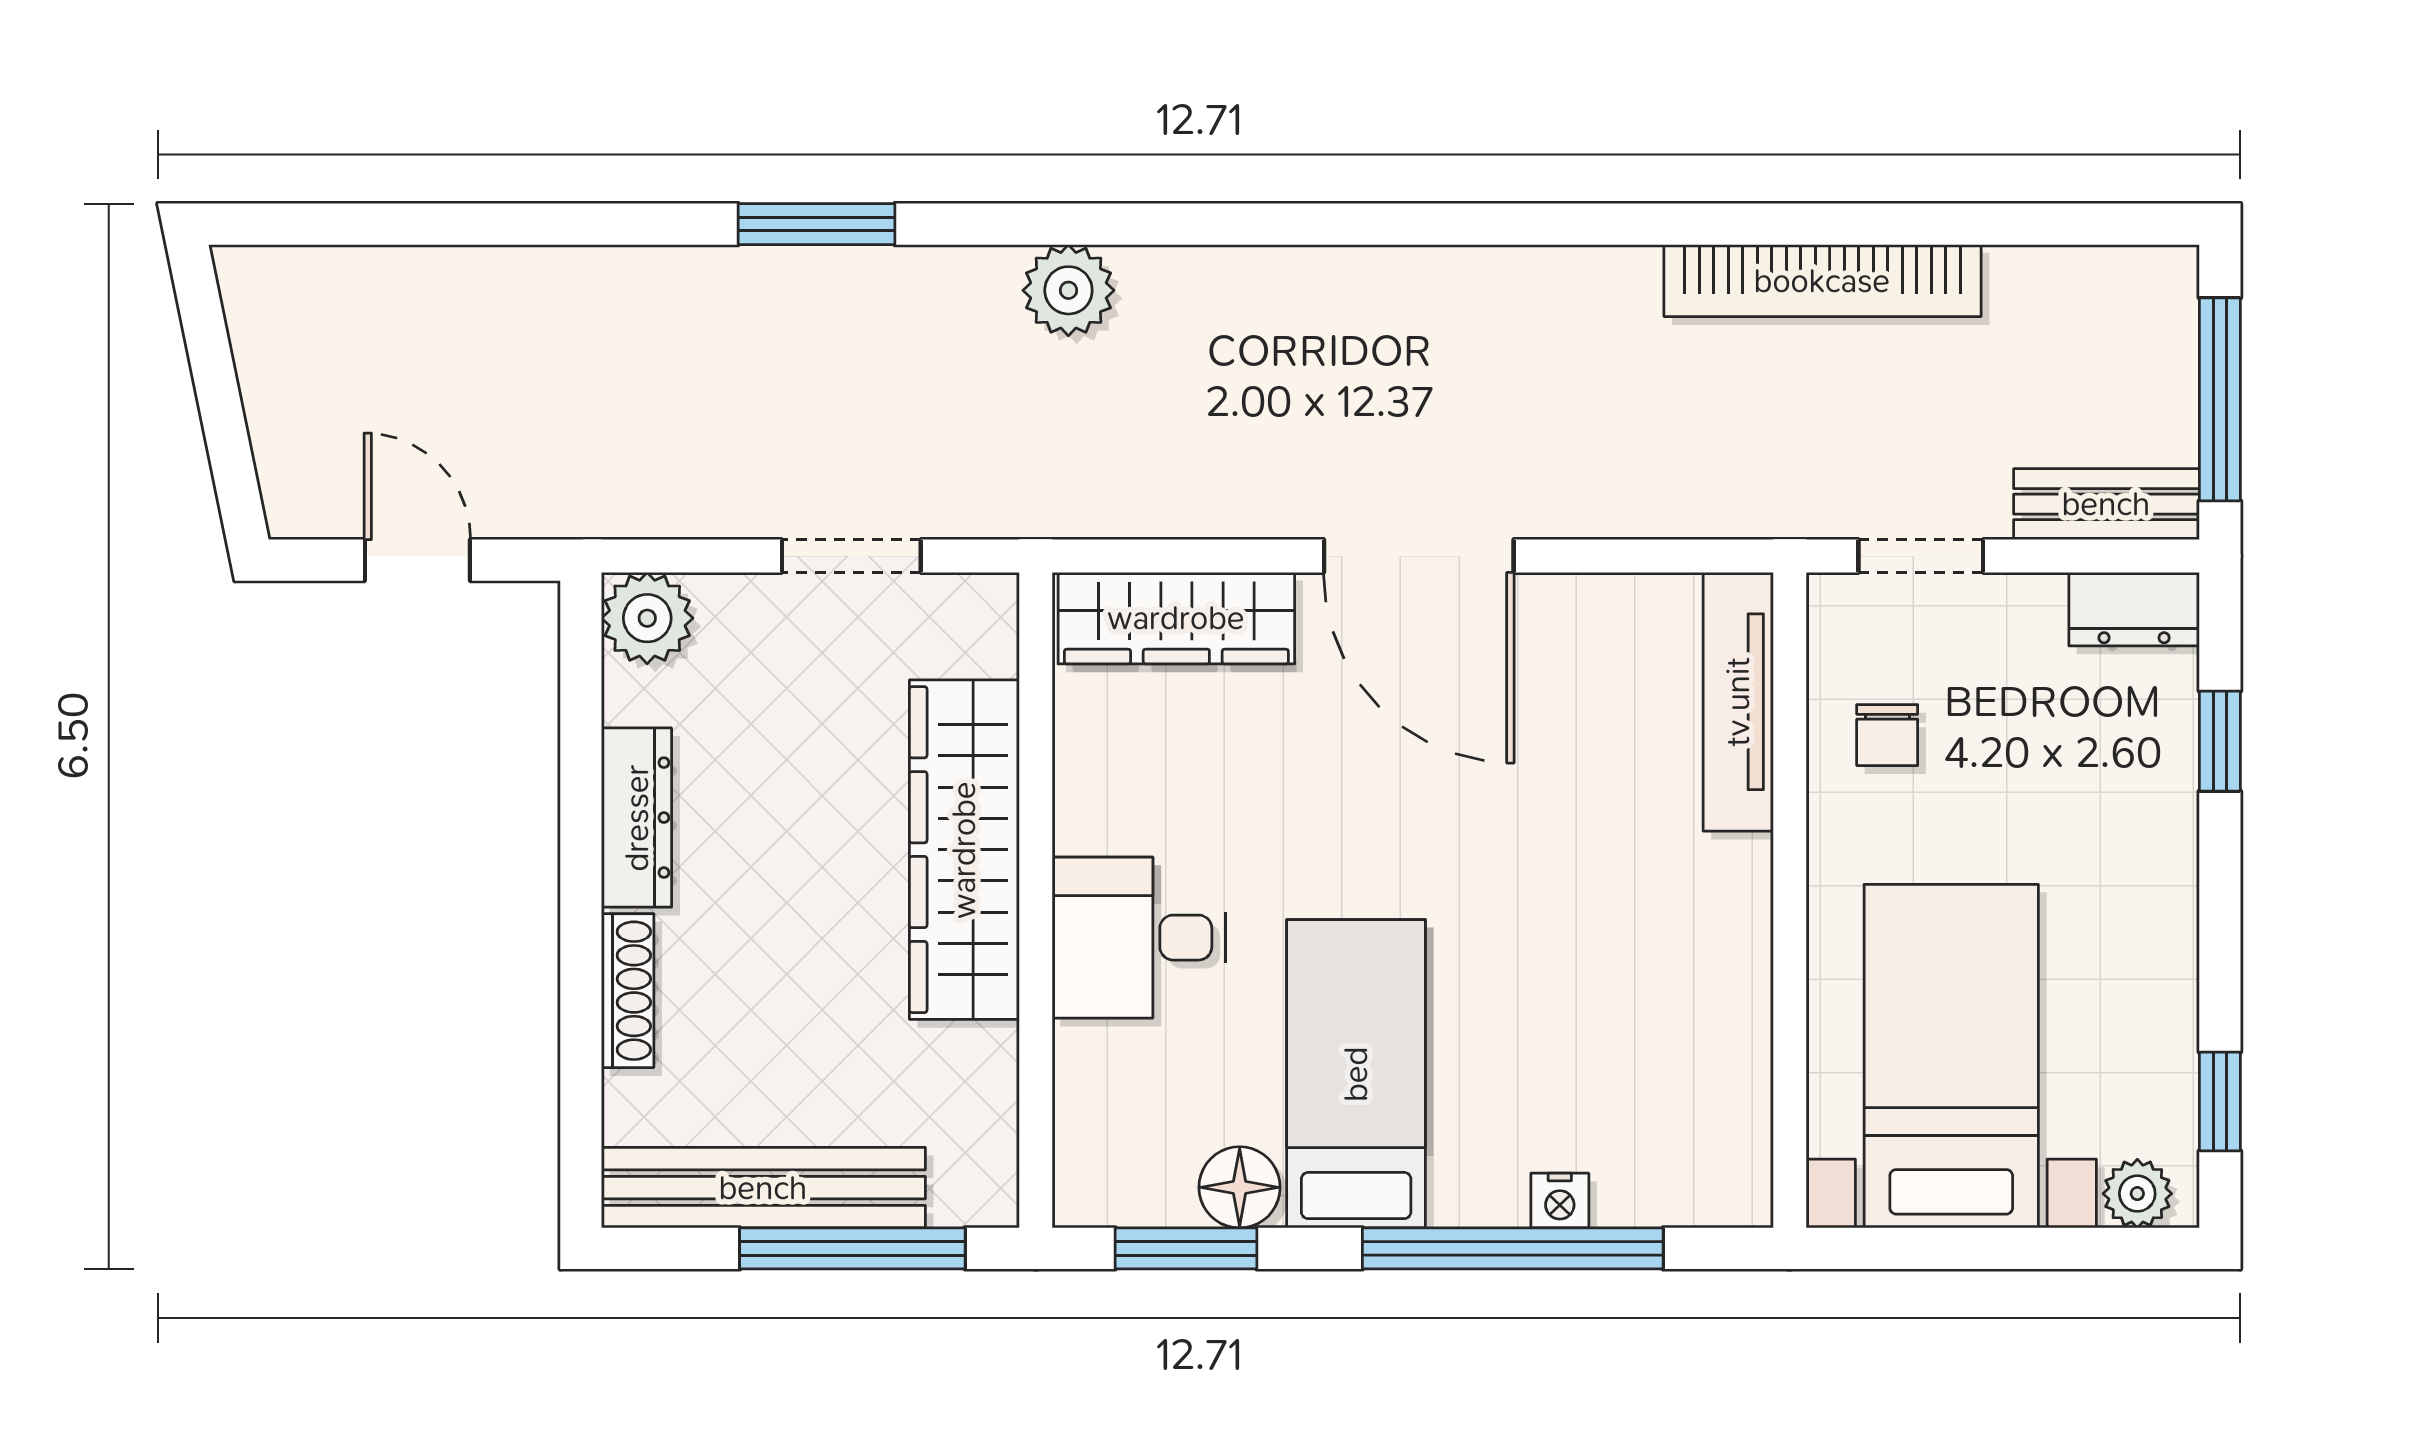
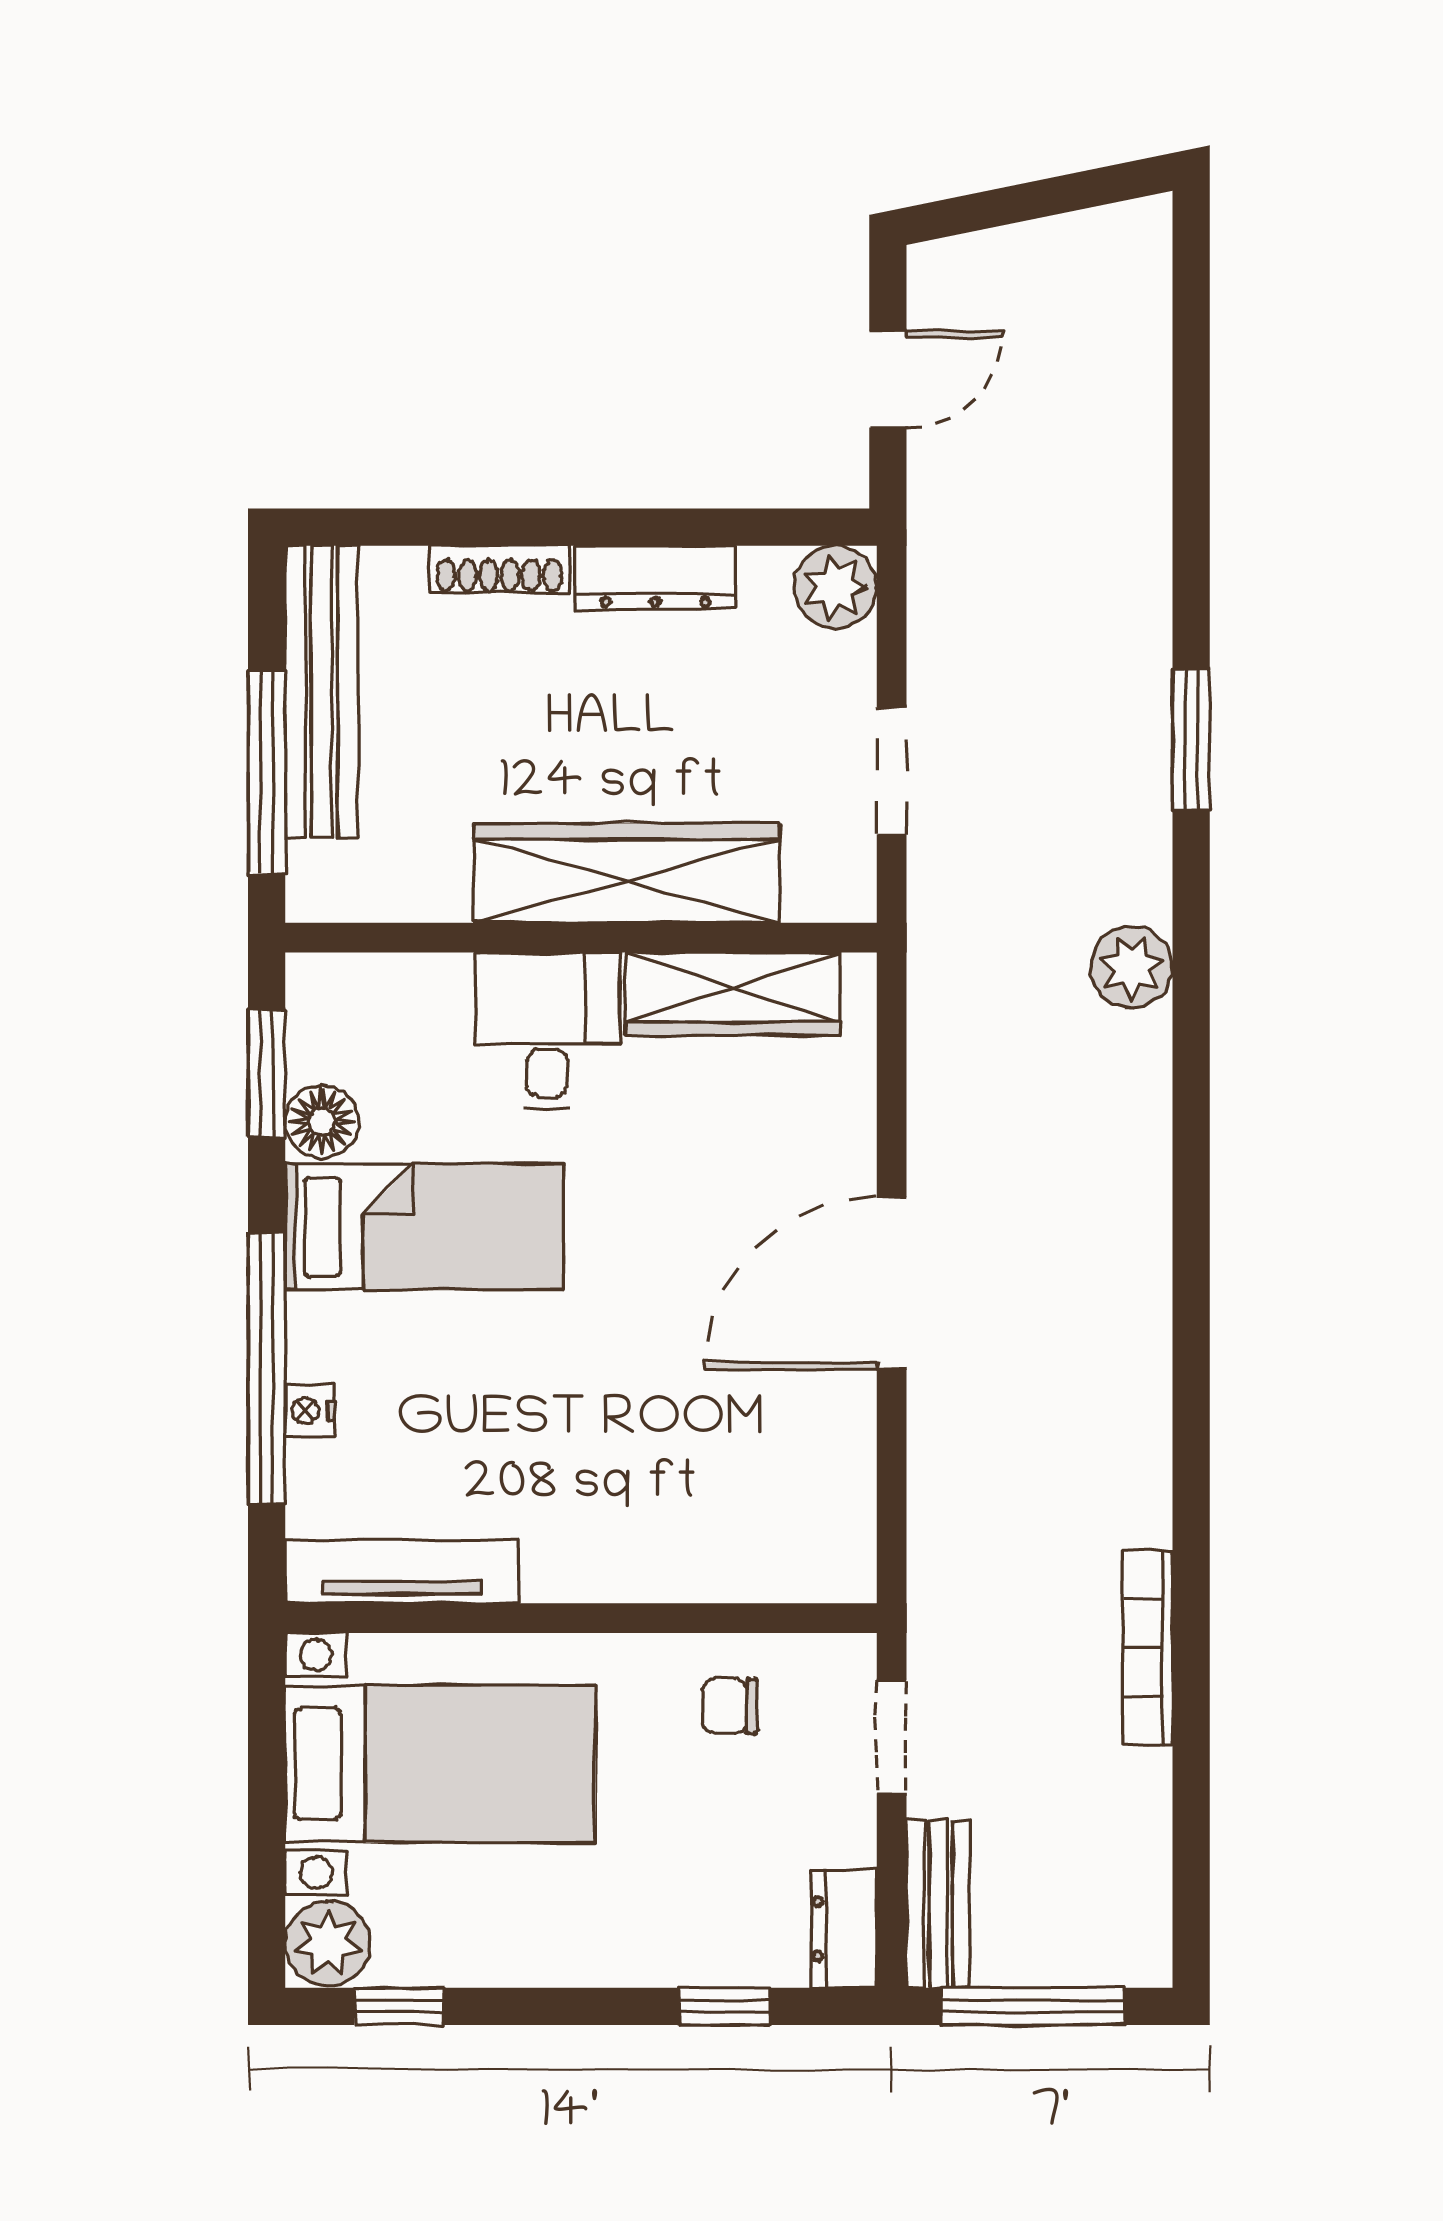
bookcase: (1822, 281) -> (1148, 1648), width x0.68, depth x0.76
wardrobe: (1176, 618) -> (733, 994), moved, turned -90
tv unit: (1738, 702) -> (402, 1572), moved
plant: (2137, 1194) -> (328, 1943), width x1.38, depth x1.38

